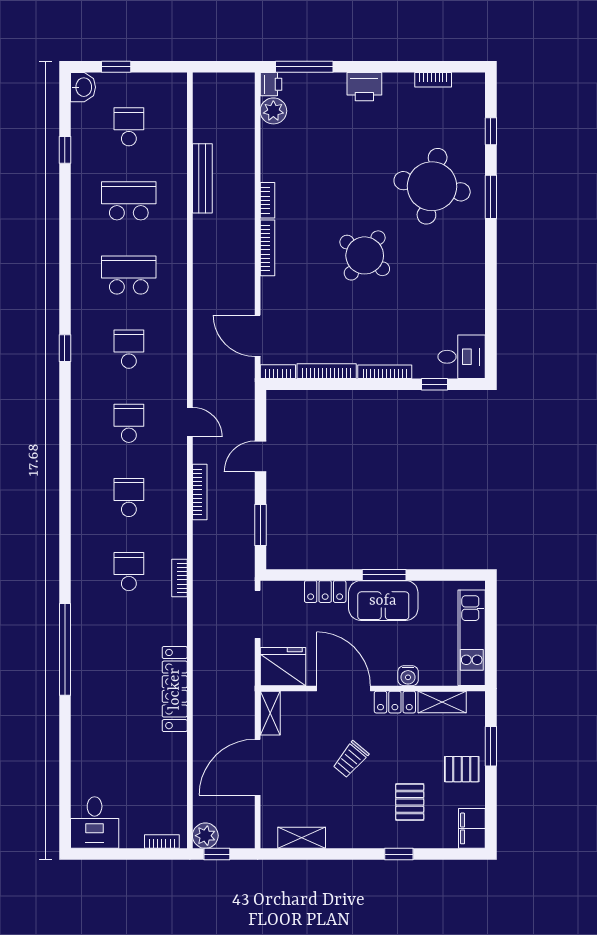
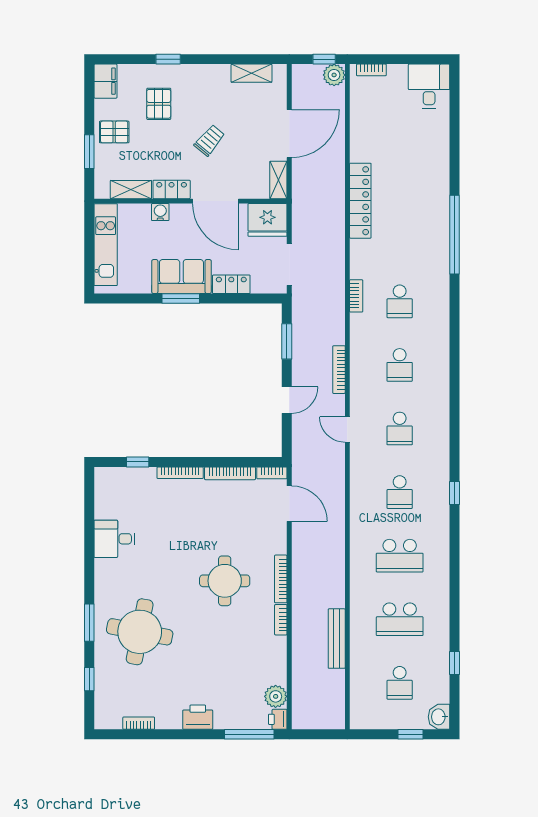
round table: (365, 255) -> (225, 581), moved, turned -37
desk: (462, 357) -> (114, 539), moved

